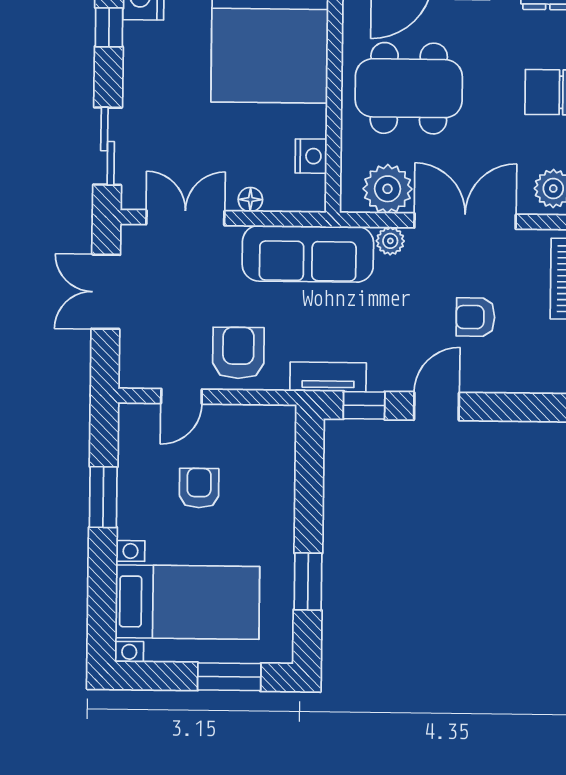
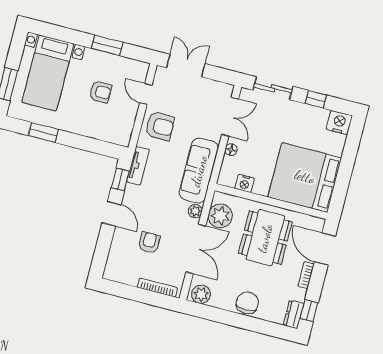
window: (109, 27) -> (316, 99), moved
double door: (106, 292) -> (186, 66), moved

